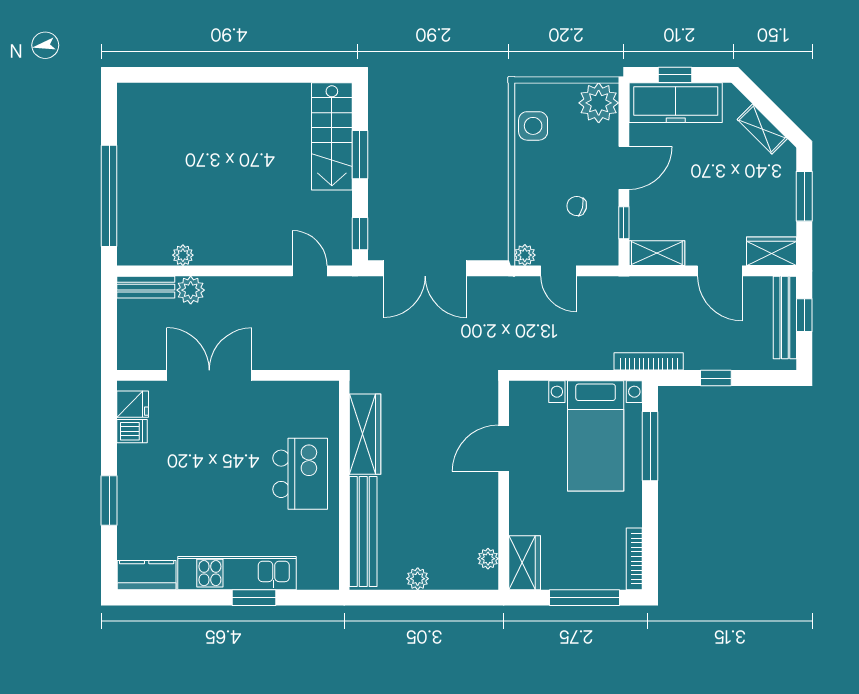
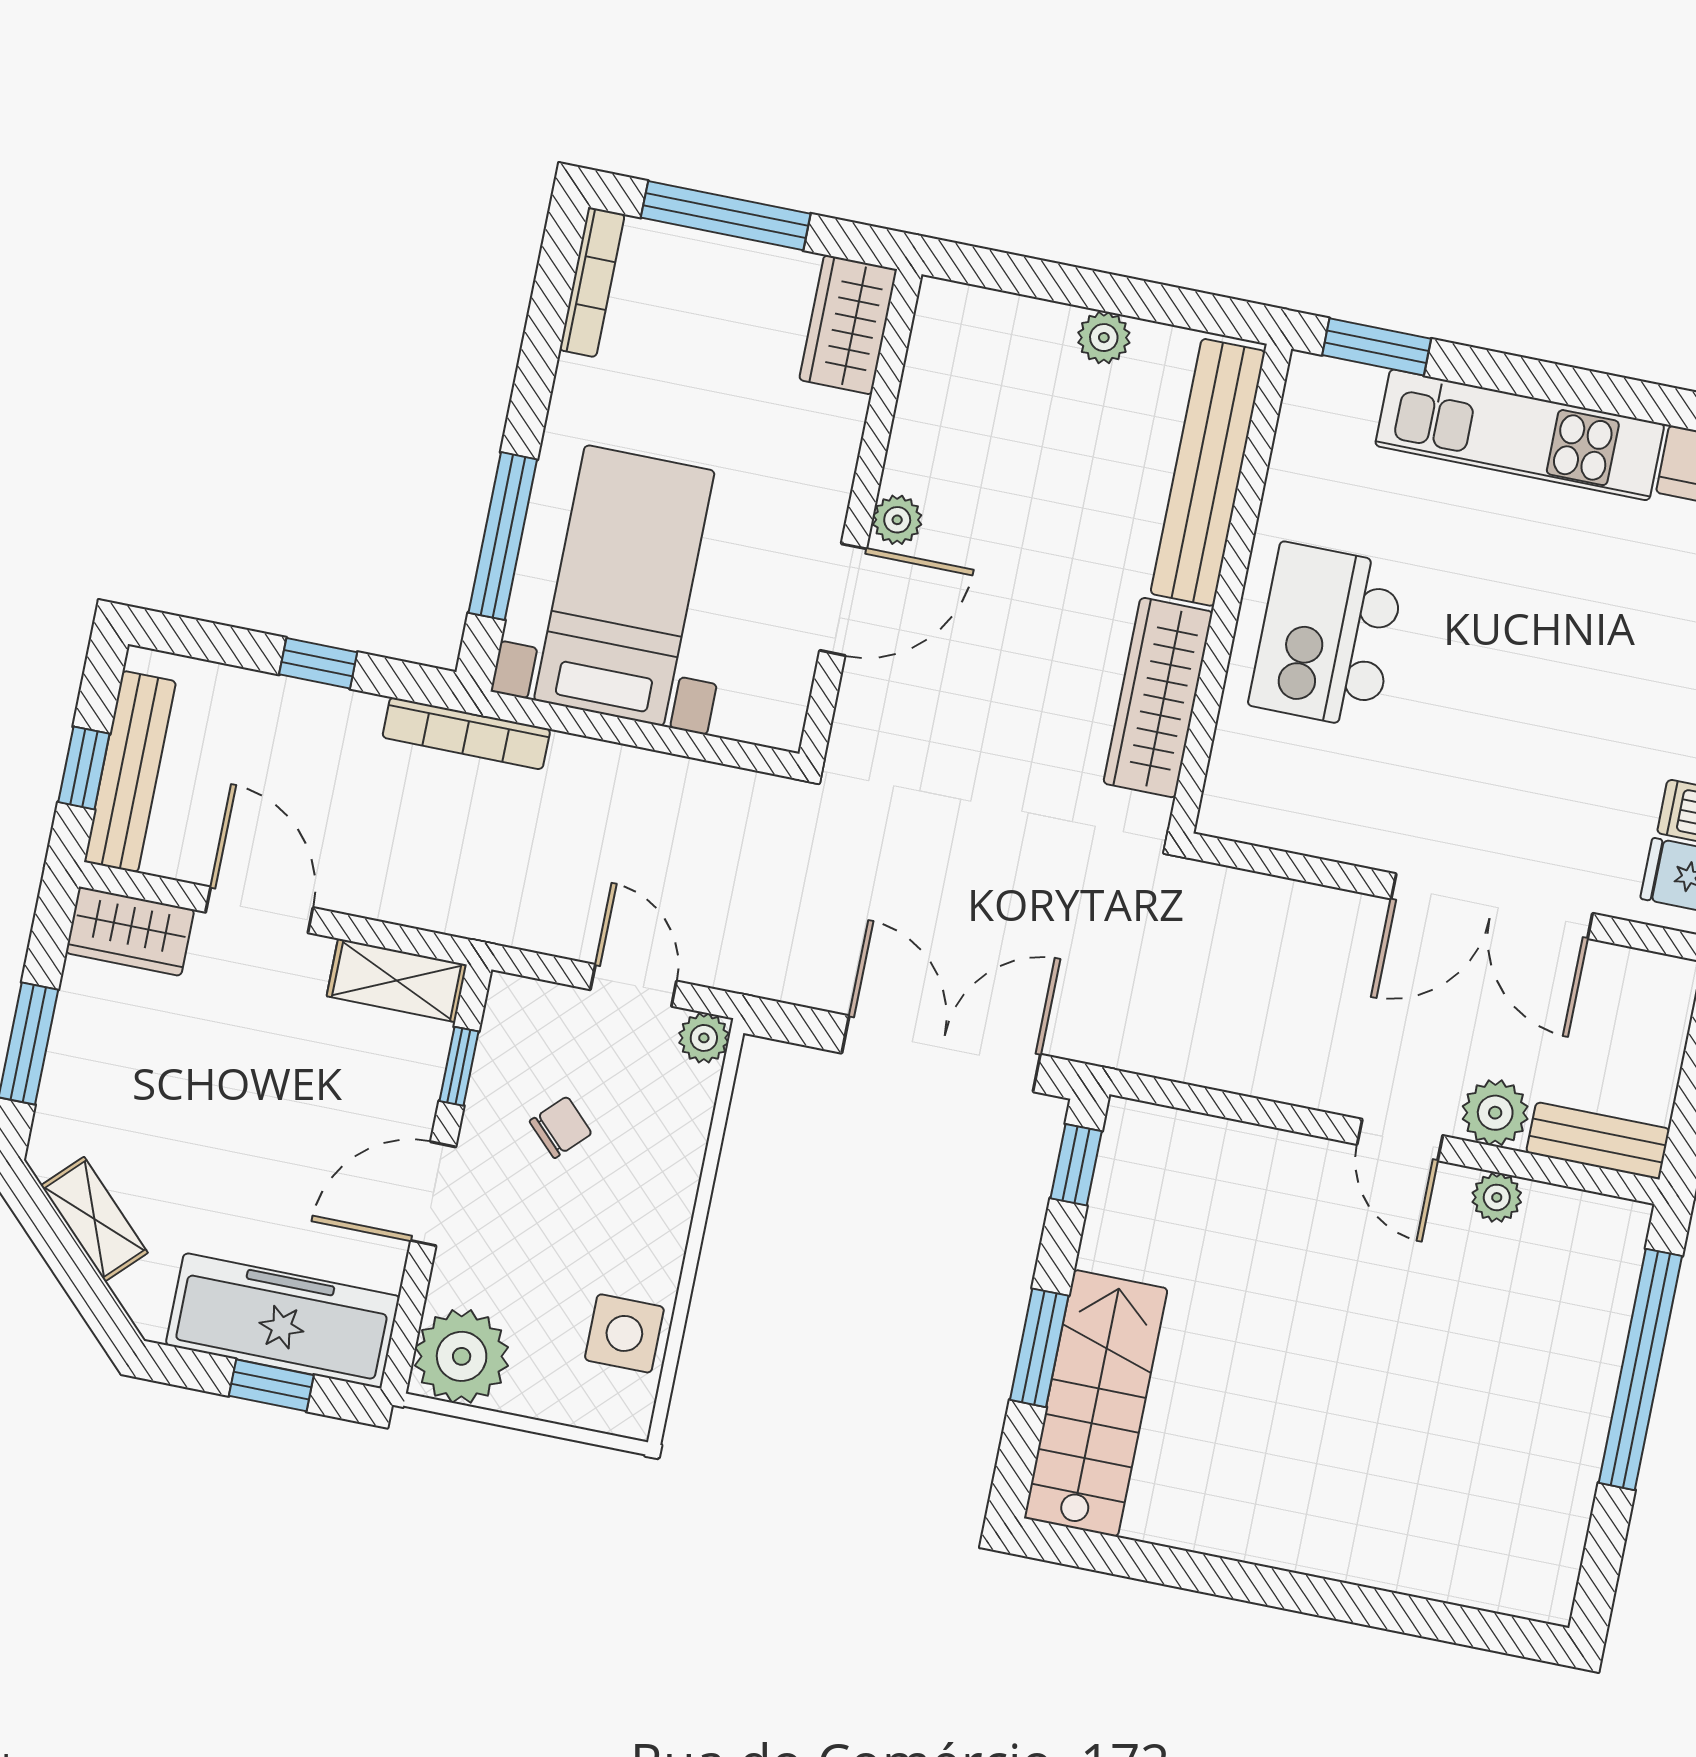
chair: (577, 206) -> (561, 1127), turned -59
door: (310, 271) -> (1400, 1140), moved
plant: (488, 559) -> (897, 520), moved
window: (254, 598) -> (1377, 347), moved

